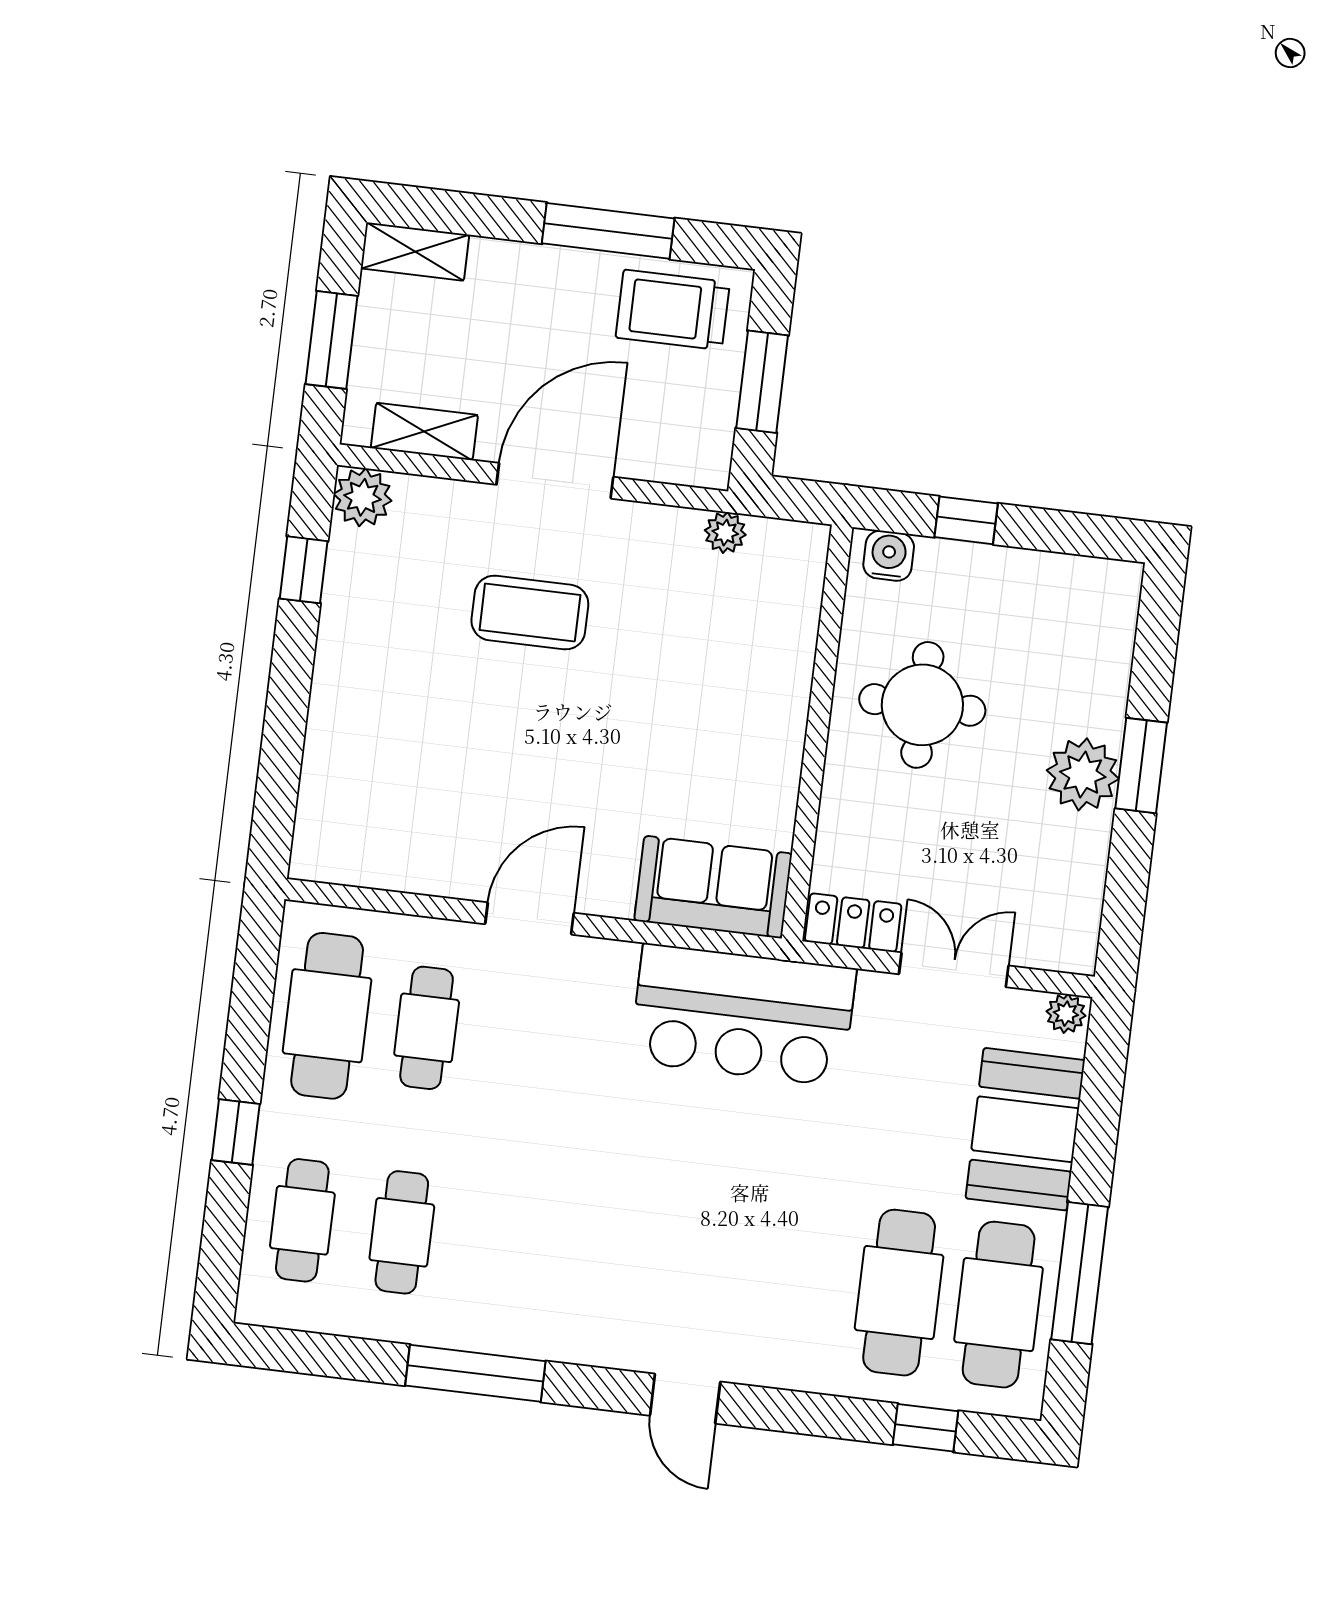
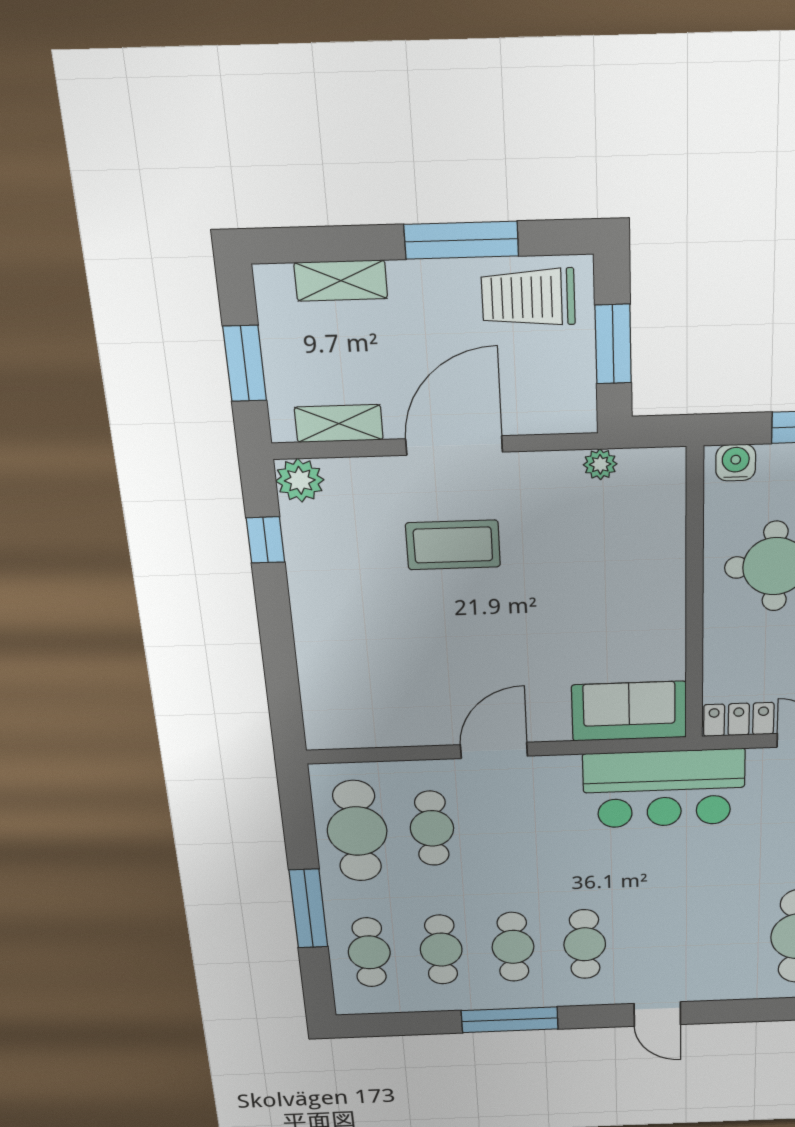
shelving: (415, 252) -> (341, 281), moved
window: (236, 1132) -> (309, 909), width x2.17
cafe table: (501, 1244) -> (513, 947), added
cafe table: (601, 1256) -> (585, 944), added

